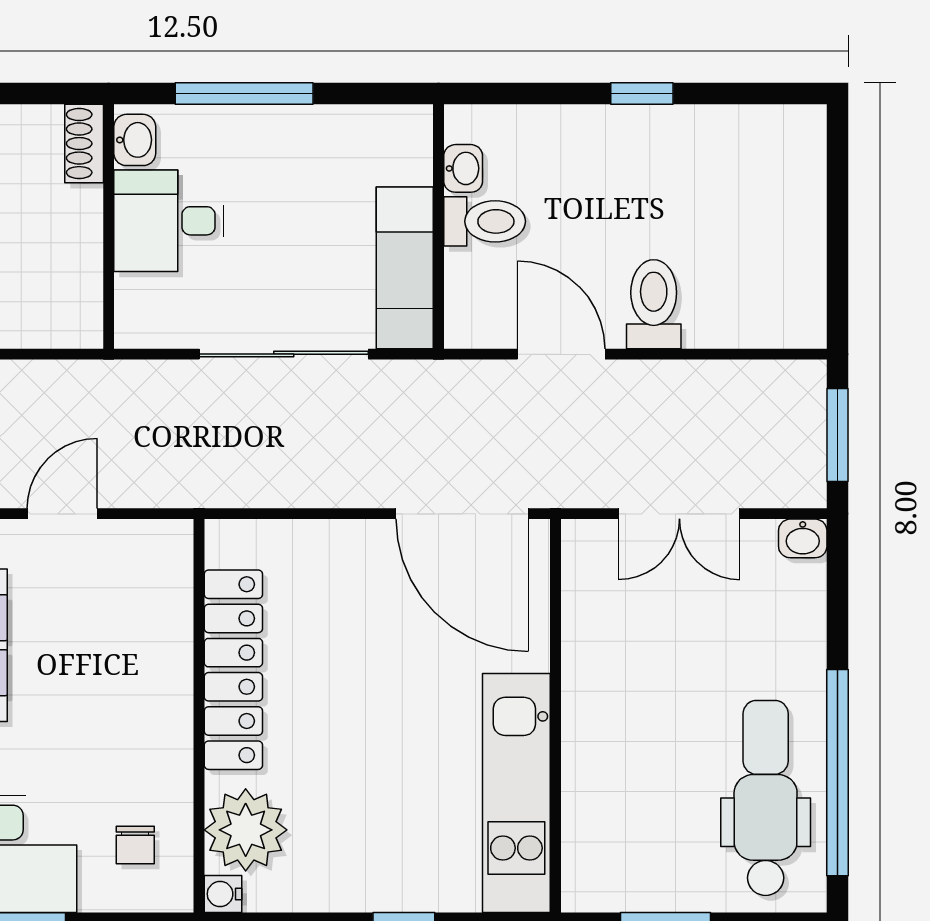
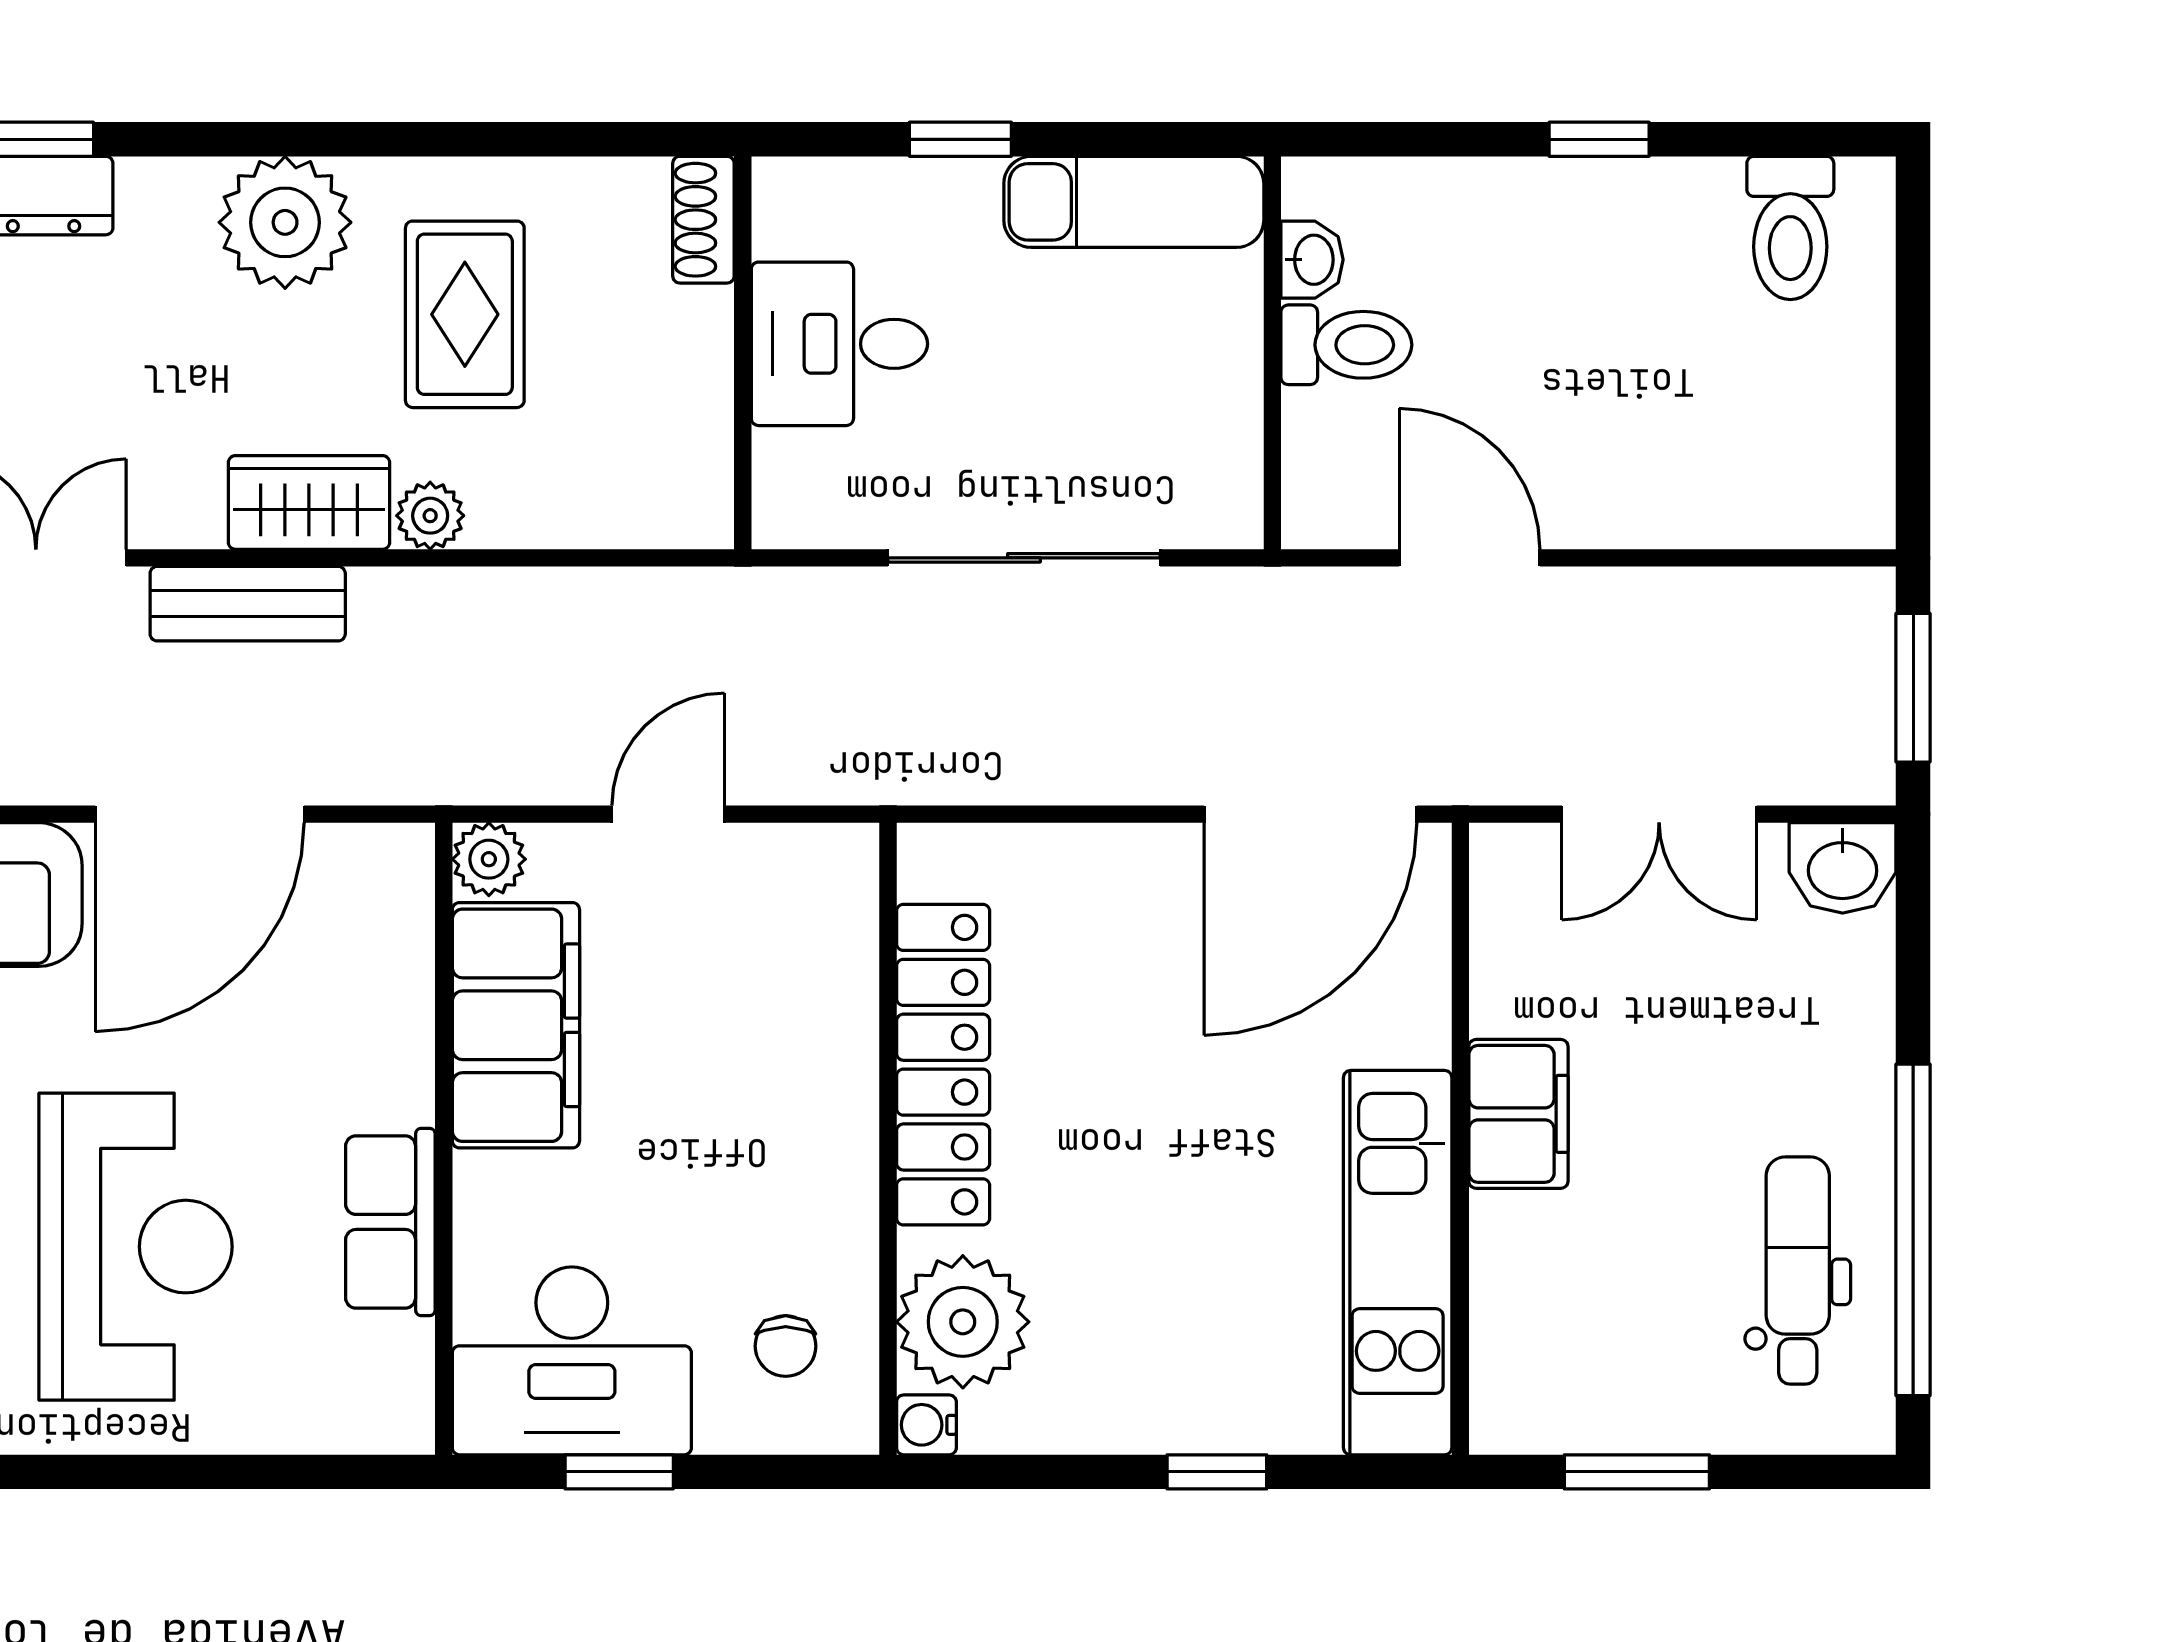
window: (244, 93) -> (960, 139), width x0.46
washbasin: (135, 140) -> (785, 214), removed
exam couch: (405, 268) -> (1134, 202), moved, turned -90
toilet: (654, 304) -> (1790, 228), moved, turned 180
door: (462, 514) -> (1310, 814), hinge flipped
washbasin: (803, 538) -> (1843, 868), width x1.38, depth x1.45
filing cabinet: (592, 700) -> (1518, 1114), added
dental chair: (766, 798) -> (1798, 1271), width x0.73, depth x0.72

